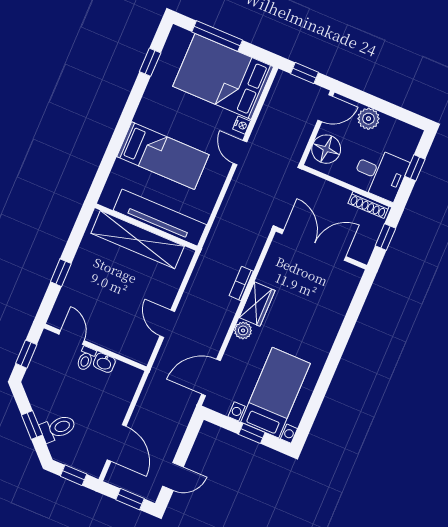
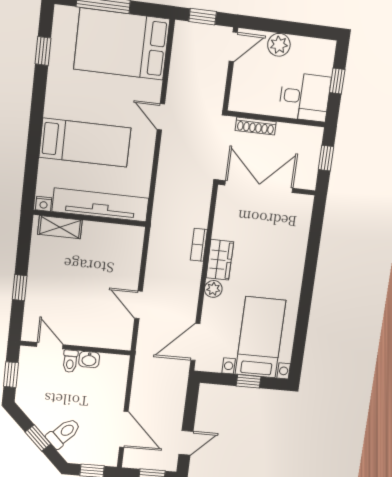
nightstand: (242, 125) -> (44, 204), moved, turned 90
floor lamp: (326, 149) -> (245, 88), removed
shoe rack: (368, 205) -> (256, 126), moved
shelving: (138, 240) -> (60, 227), width x0.45, depth x0.75

